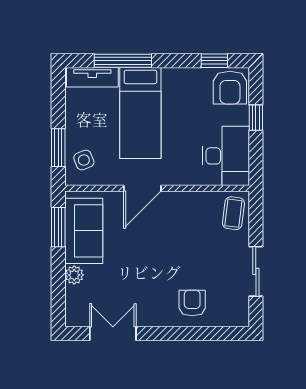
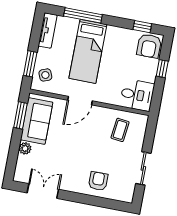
tv unit: (92, 77) -> (48, 31), moved, turned -90
desk: (226, 156) -> (137, 95), width x0.73
coffee table: (233, 213) -> (120, 130), moved

